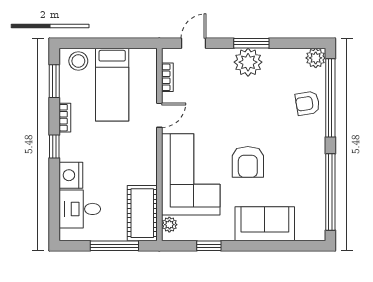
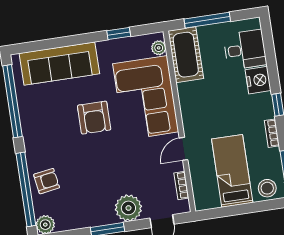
plant: (248, 62) -> (128, 208), moved
armchair: (248, 162) -> (94, 118), turned 180
sofa: (265, 224) -> (59, 64), width x1.36

